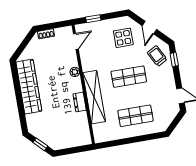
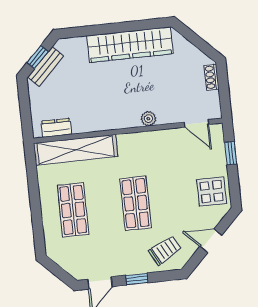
display table: (123, 38) -> (212, 191), moved
window: (174, 59) -> (137, 279), moved
shelving: (94, 97) -> (76, 150), moved
dresser: (80, 102) -> (56, 128), moved
bench: (46, 139) -> (46, 67), added

